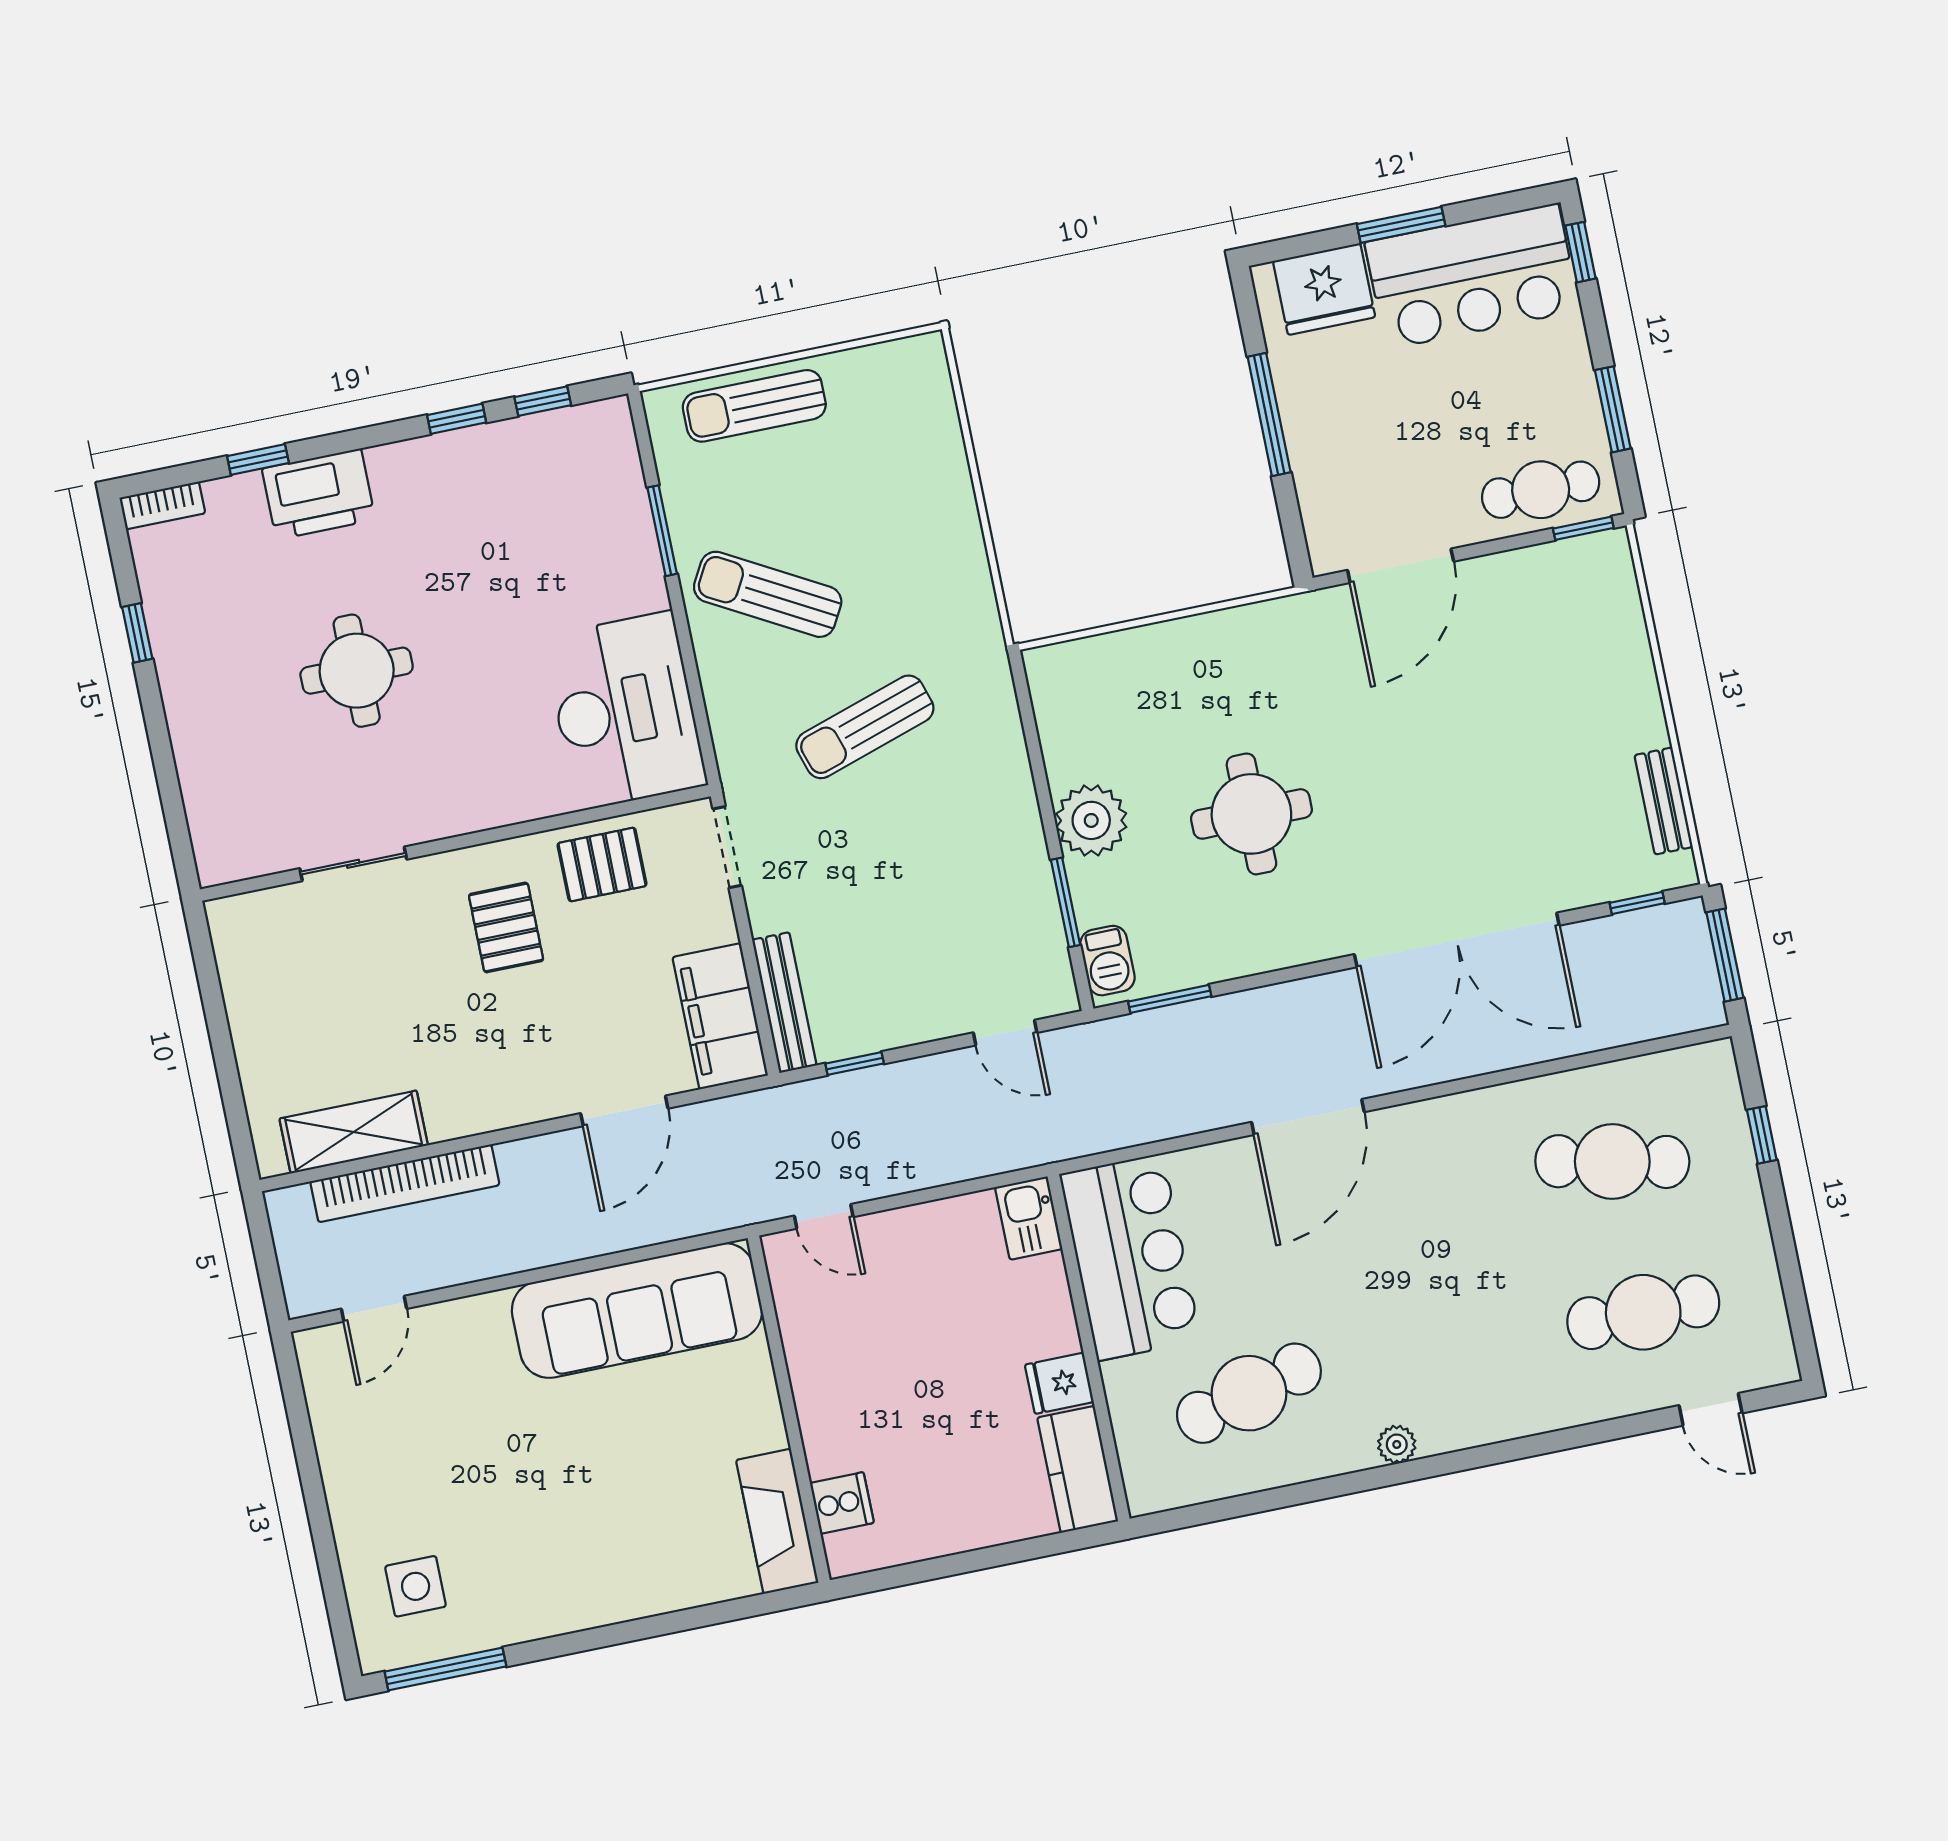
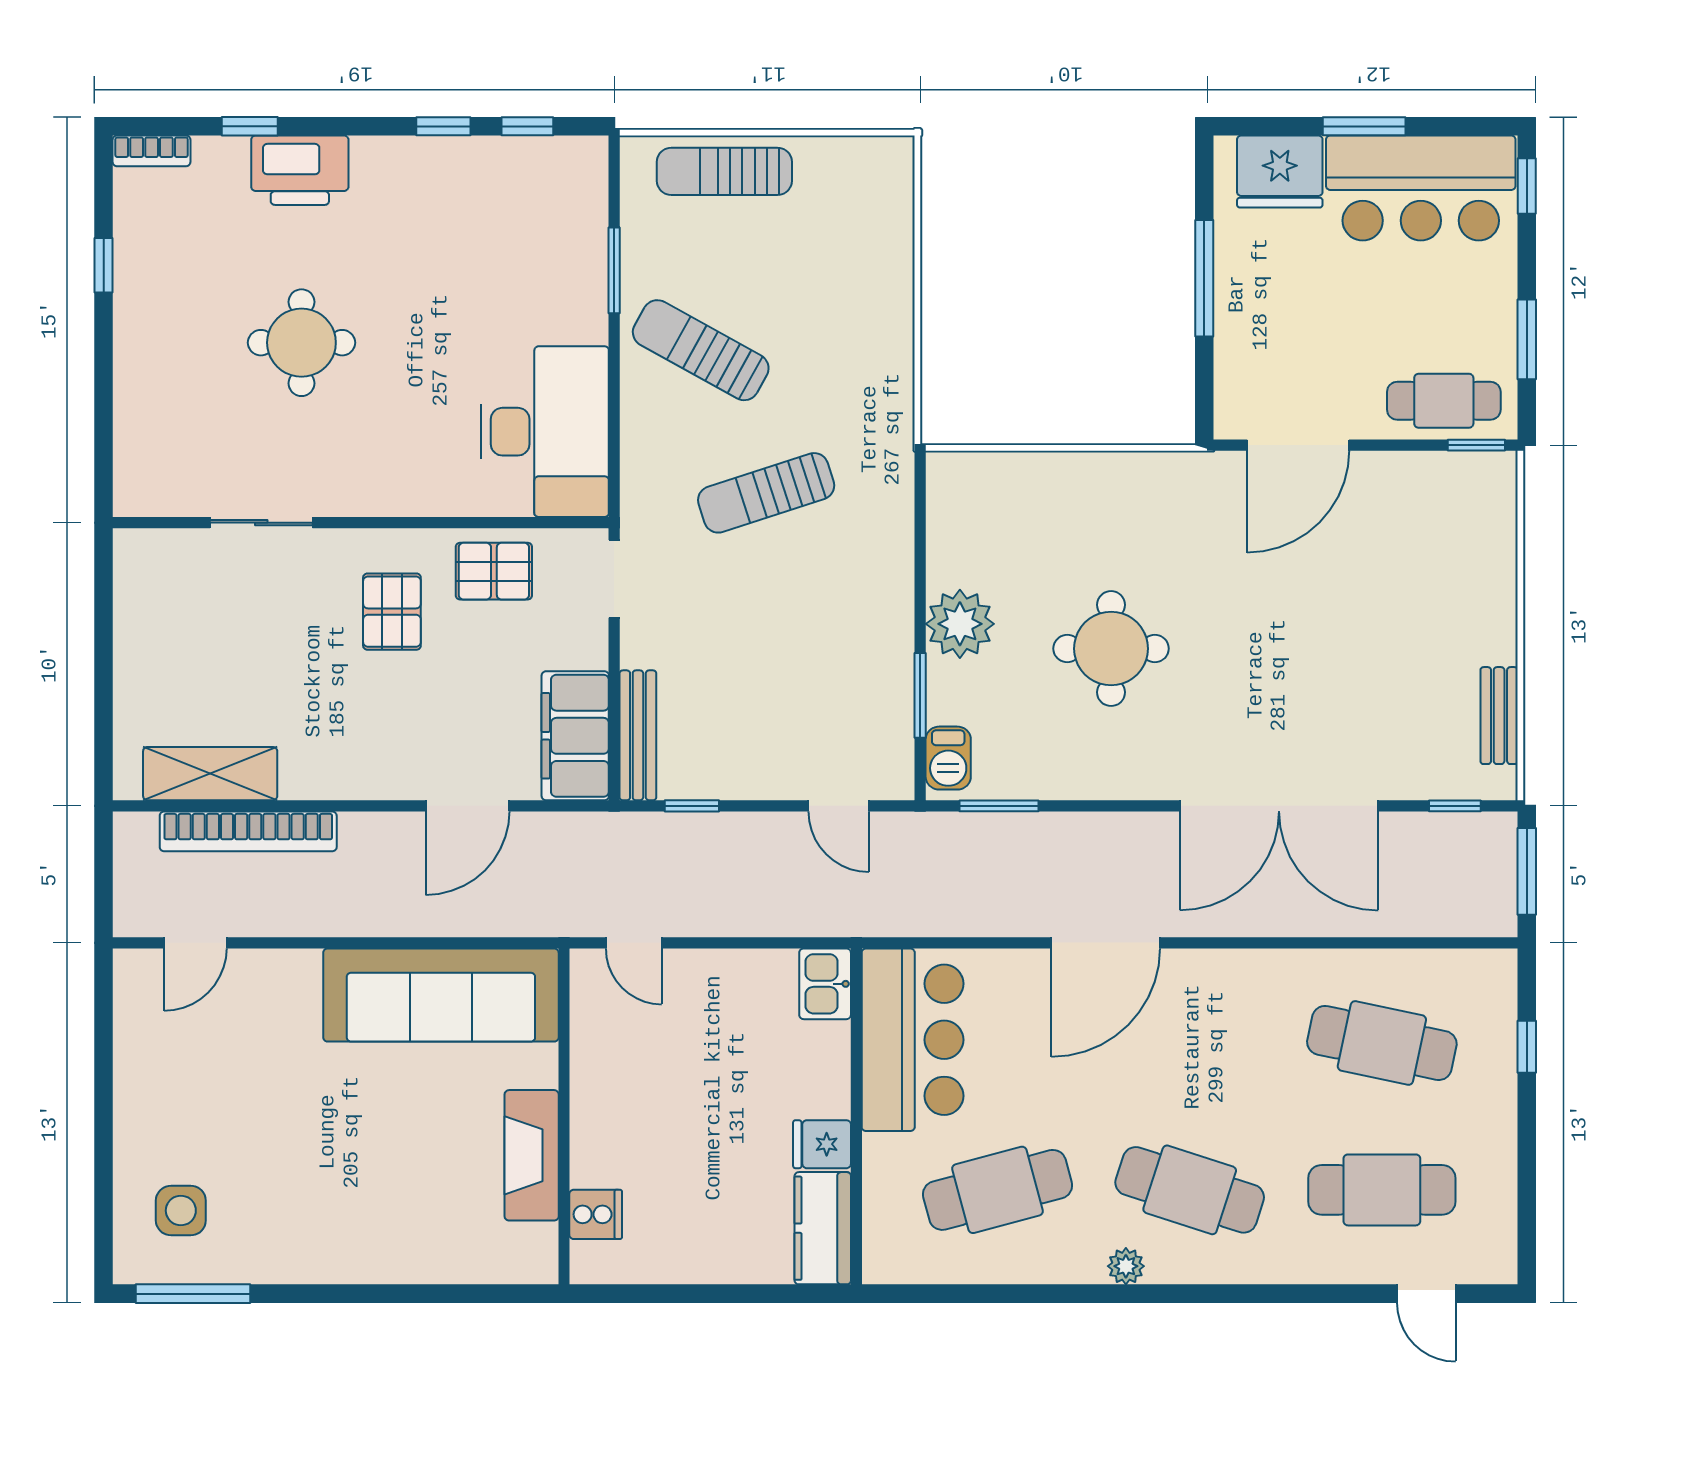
cafe table: (1446, 1353) -> (1190, 1190), added
fireplace: (777, 1521) -> (532, 1155), moved

